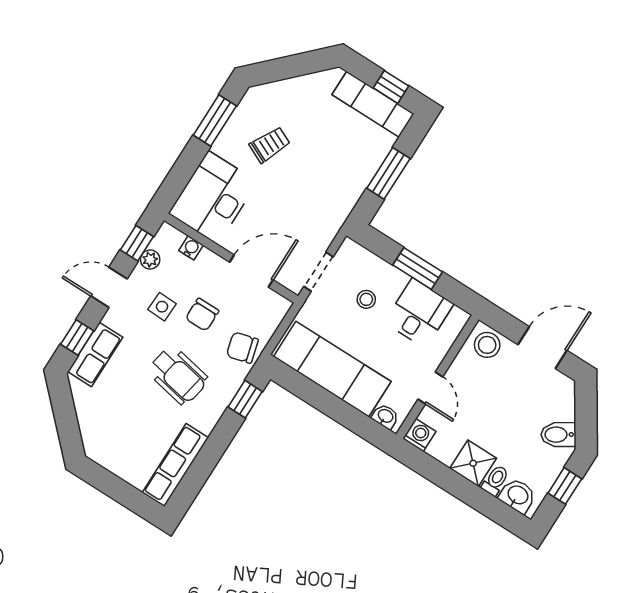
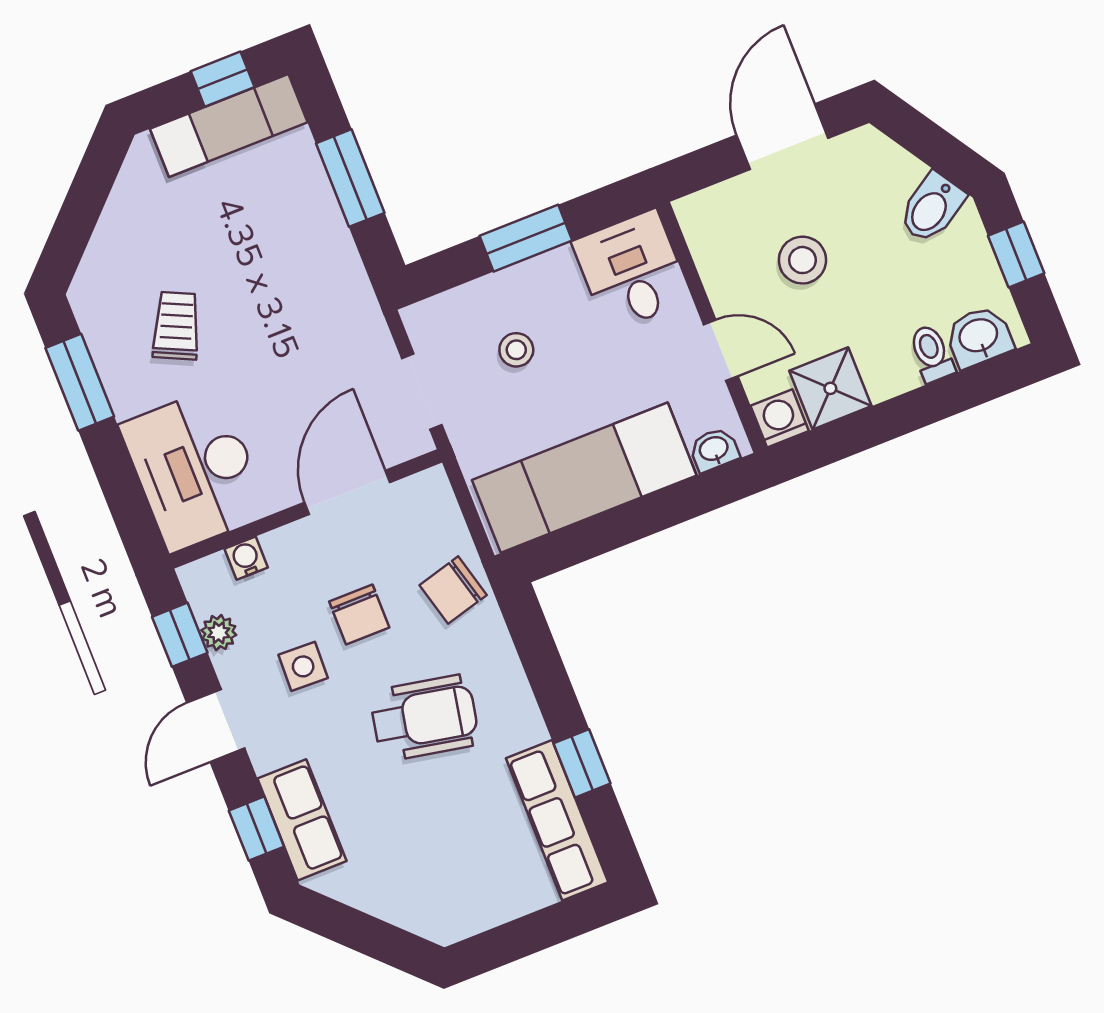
desk: (419, 313) -> (632, 271), moved
stool: (487, 345) -> (802, 260), moved
window: (245, 399) -> (582, 763), moved
shower: (473, 463) -> (830, 388), moved

